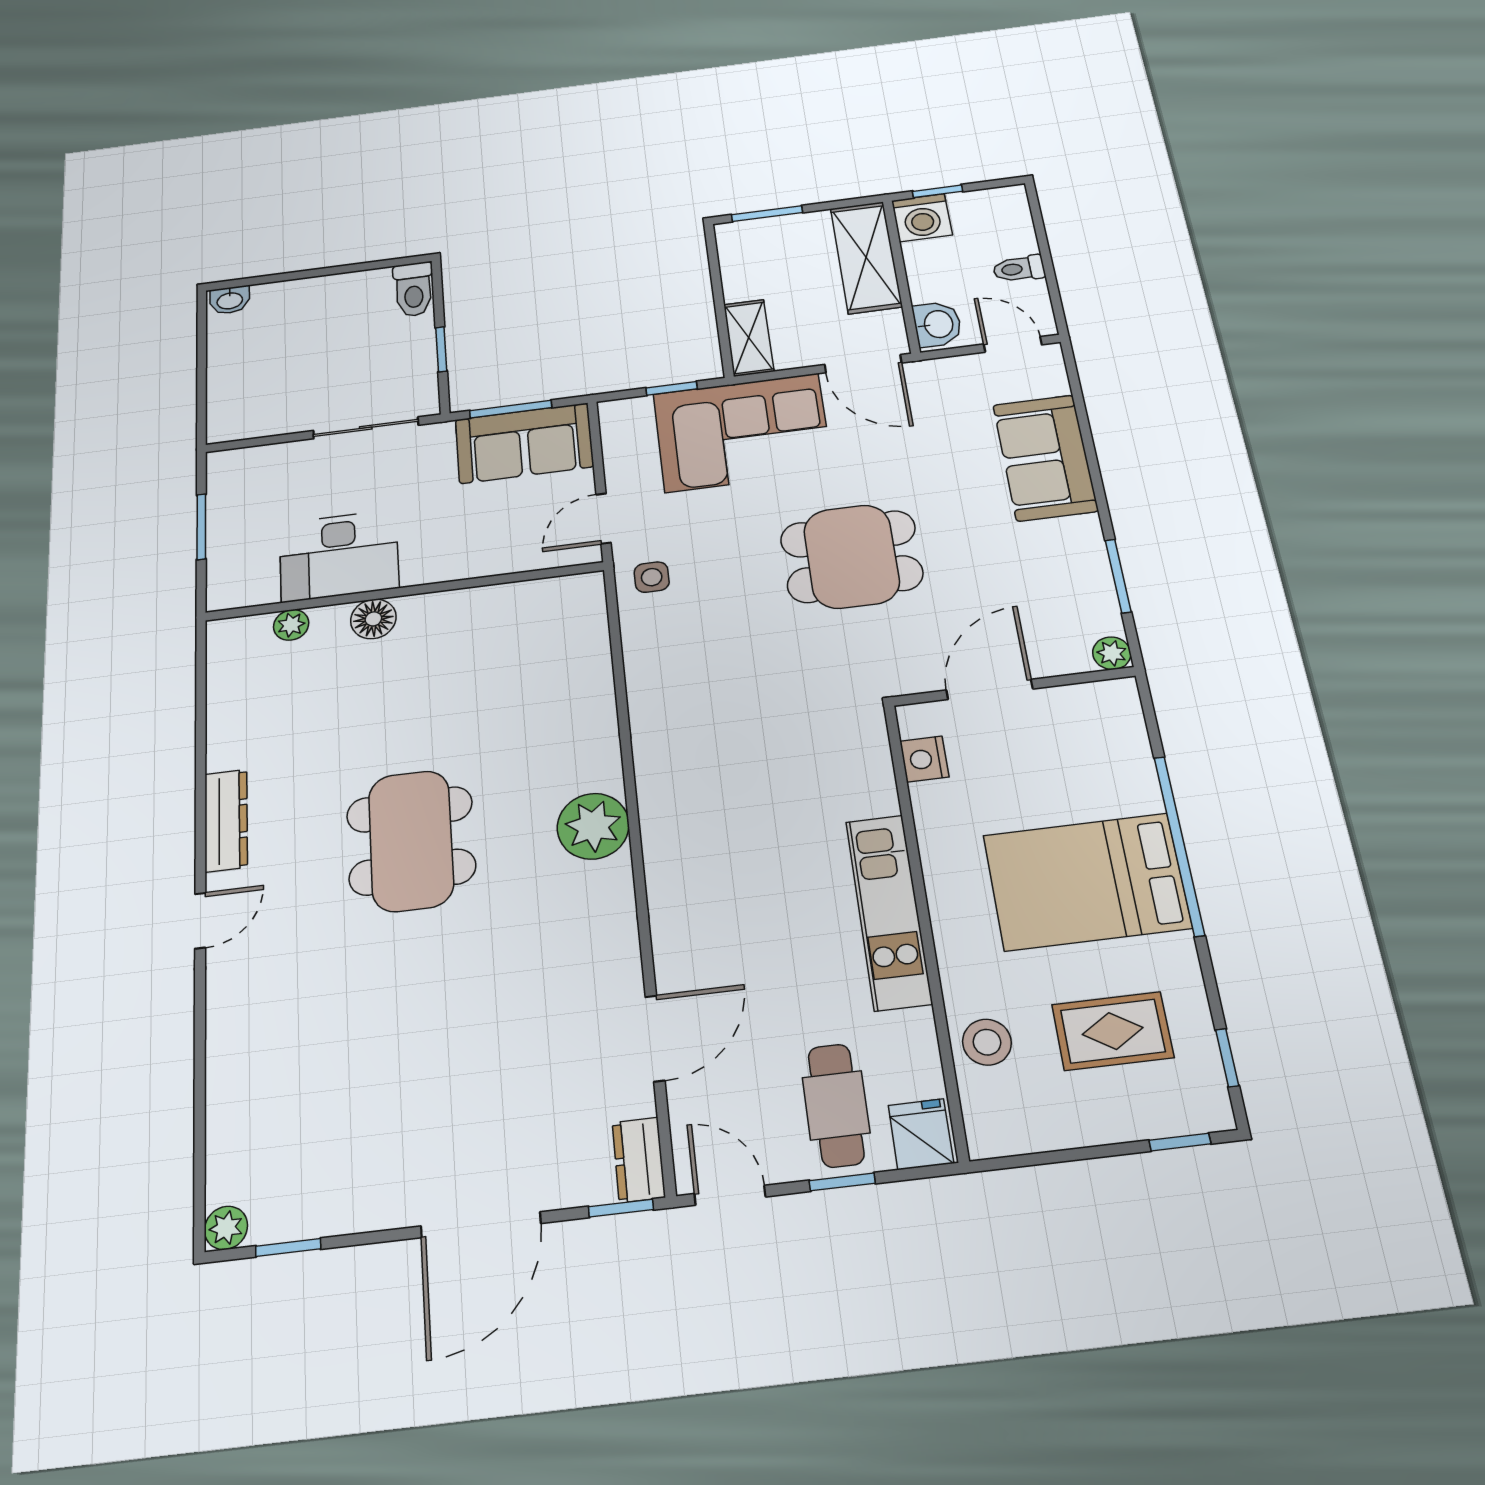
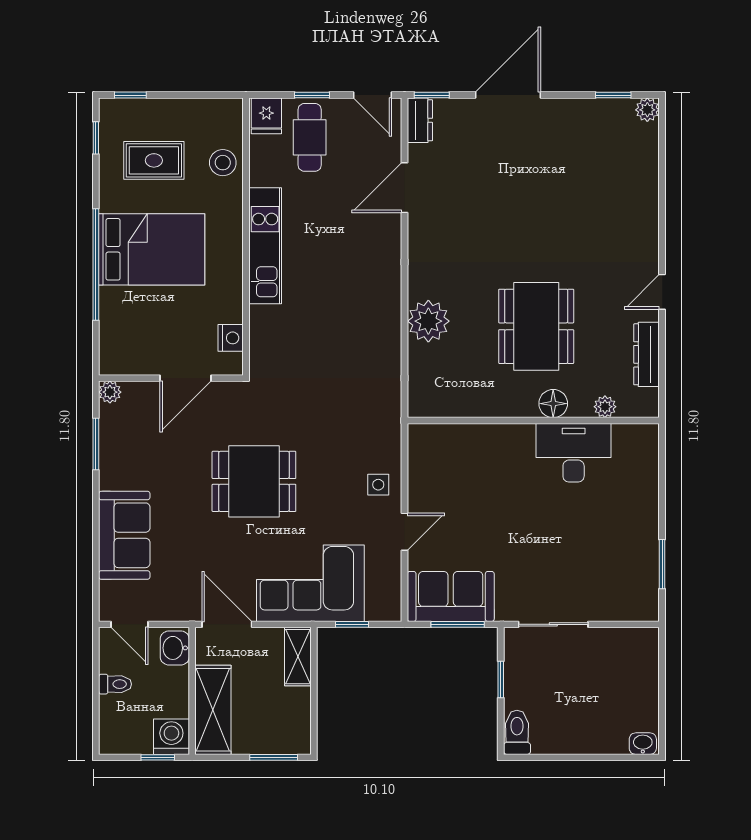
desk: (339, 556) -> (574, 453), moved
wall: (404, 591) -> (533, 421), moved
floor lamp: (373, 619) -> (553, 404), moved
plant: (291, 625) -> (605, 407), moved

